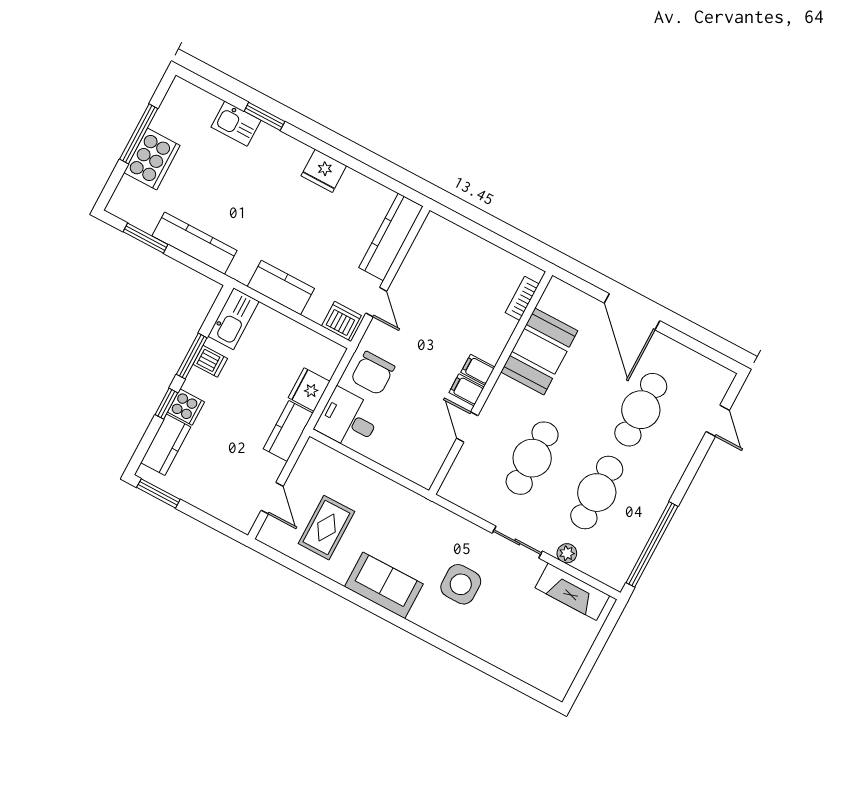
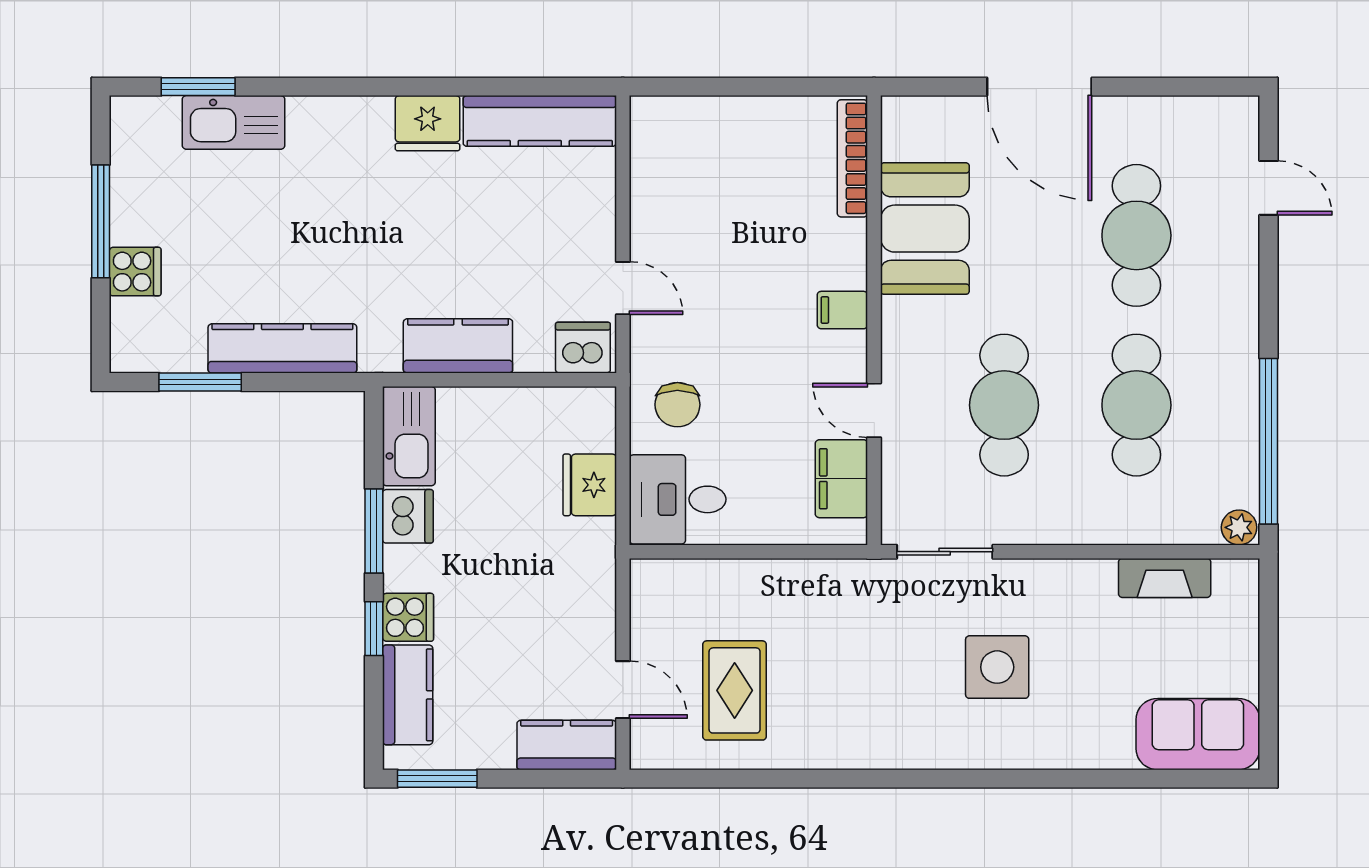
window: (264, 116) -> (198, 87), moved
kitchen sink: (236, 124) -> (234, 122), width x1.38
cooker: (152, 159) -> (135, 272), width x0.53, depth x0.76
kitchen counter: (391, 237) -> (540, 121), moved, turned -90
bookcase: (522, 298) -> (852, 158), width x1.56
dishwasher: (210, 361) -> (408, 516), width x1.38
chair: (373, 373) -> (677, 405), width x0.73, depth x0.73
filing cabinet: (467, 390) -> (841, 479), moved, width x2.00
kitchen counter: (288, 431) -> (567, 745), moved, turned 90
sliding door: (517, 542) -> (945, 552), moved
plant: (567, 553) -> (1239, 527), moved
sofa: (384, 585) -> (1198, 734), moved
fireplace: (572, 592) -> (1165, 578), width x0.73, depth x0.76

